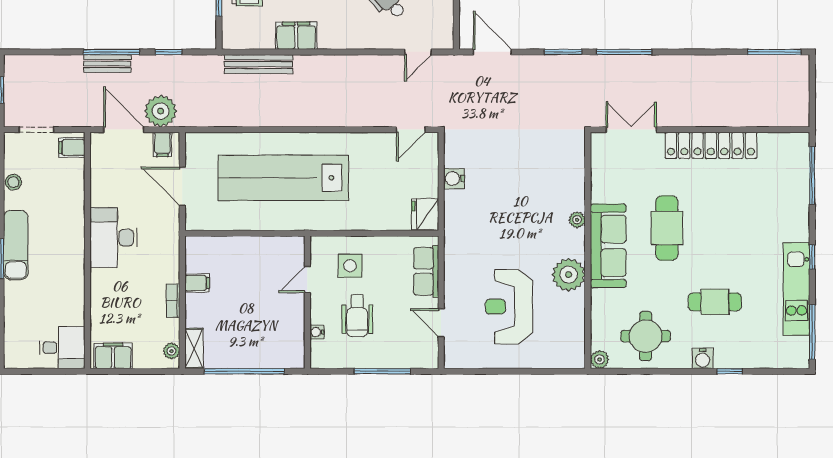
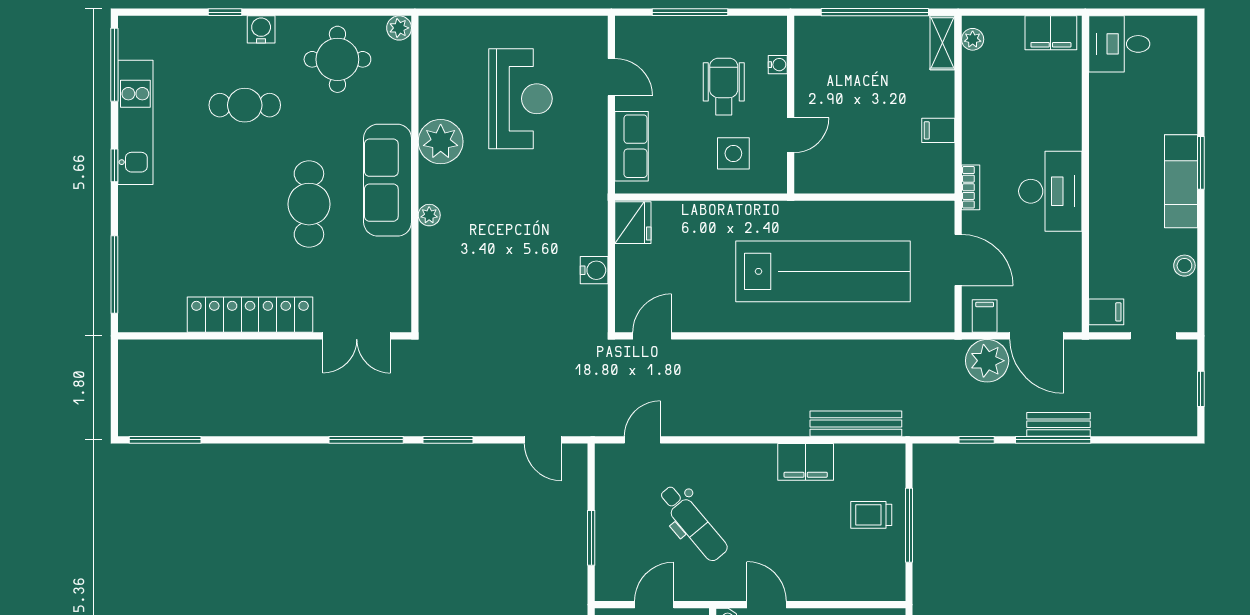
door: (492, 52) -> (543, 440), width x0.73
bookcase: (173, 301) -> (971, 187), moved

